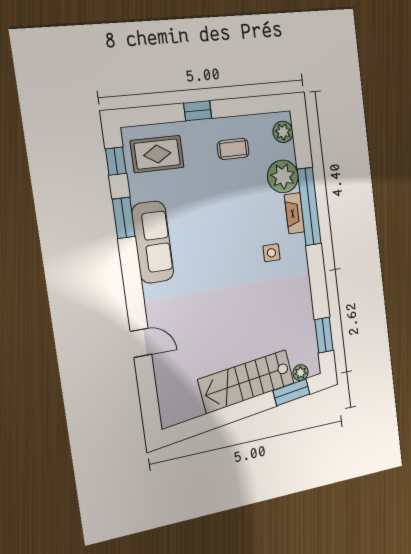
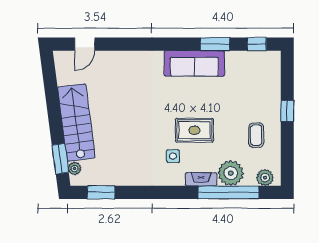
rug: (157, 154) -> (194, 130), moved, turned 90
window: (309, 206) -> (229, 192), moved
door: (141, 343) -> (85, 44), moved

